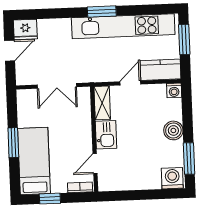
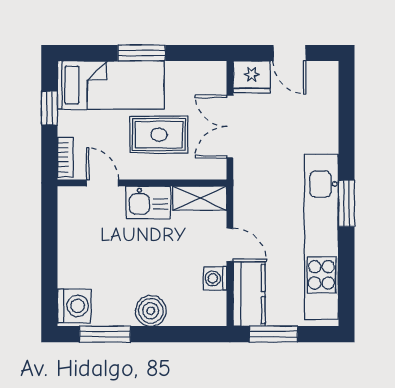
fridge: (25, 29) -> (252, 77), moved, turned -90
window: (184, 39) -> (273, 334), moved
washing machine: (174, 90) -> (215, 278), moved
rug: (64, 130) -> (159, 135), added

